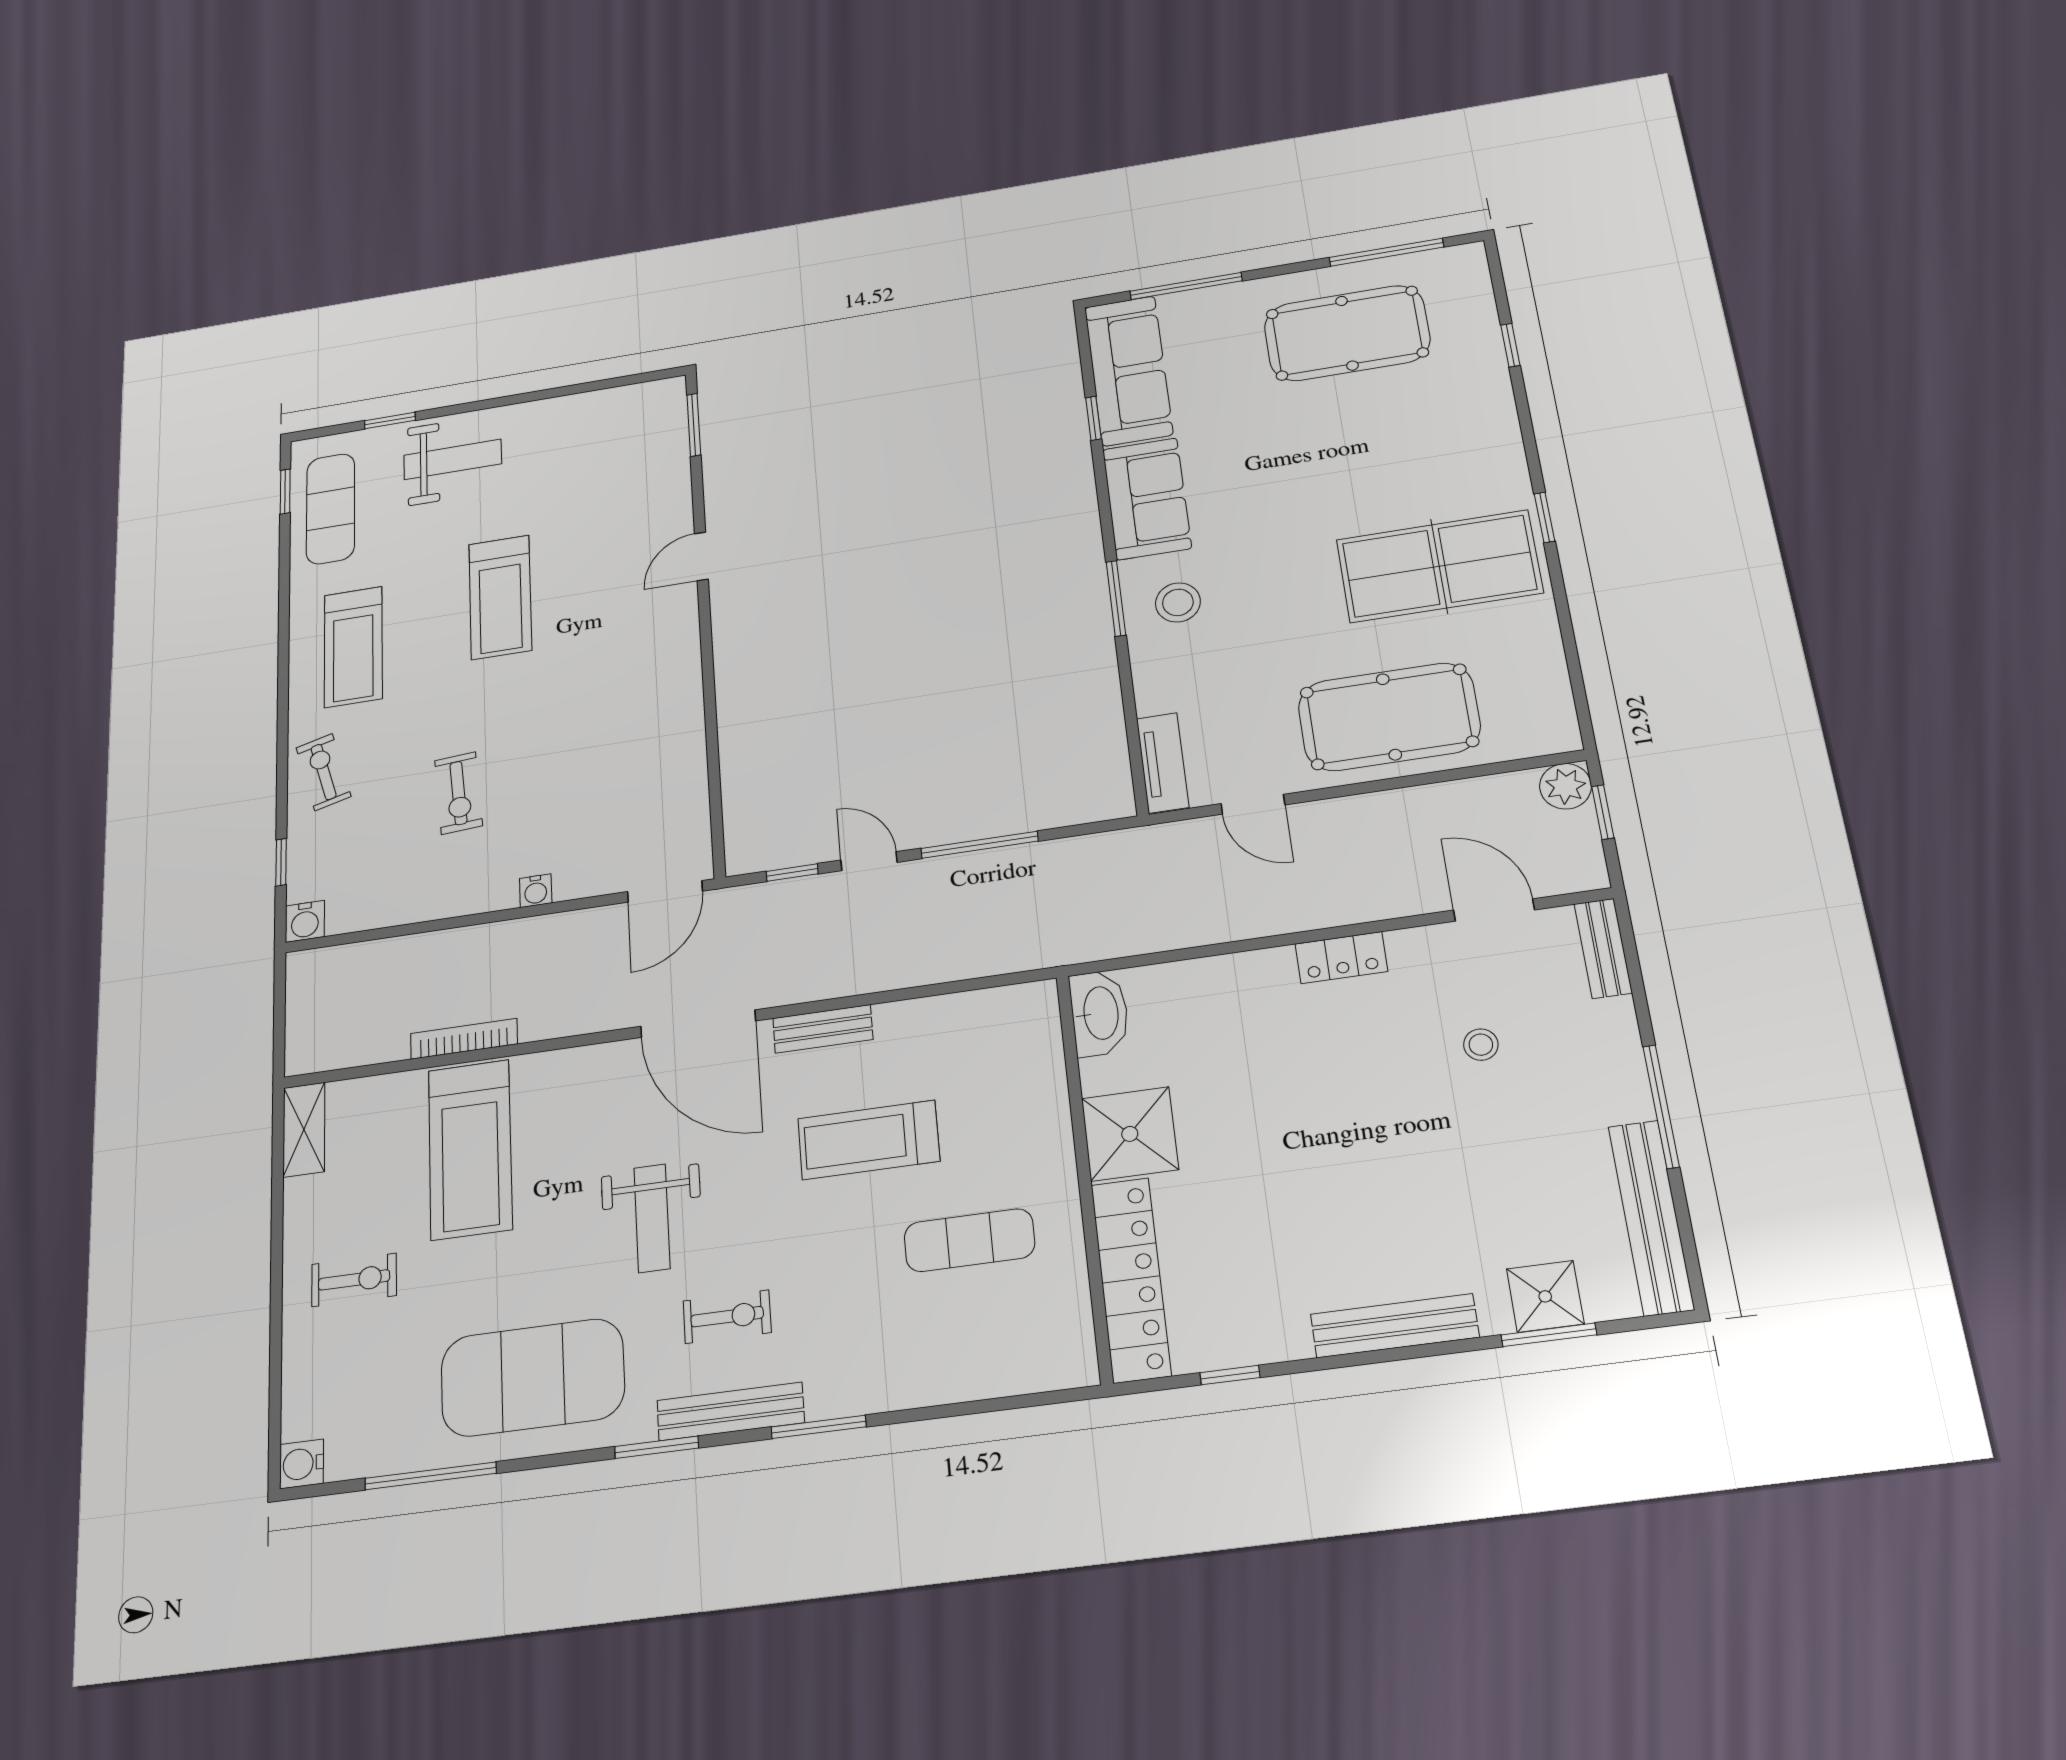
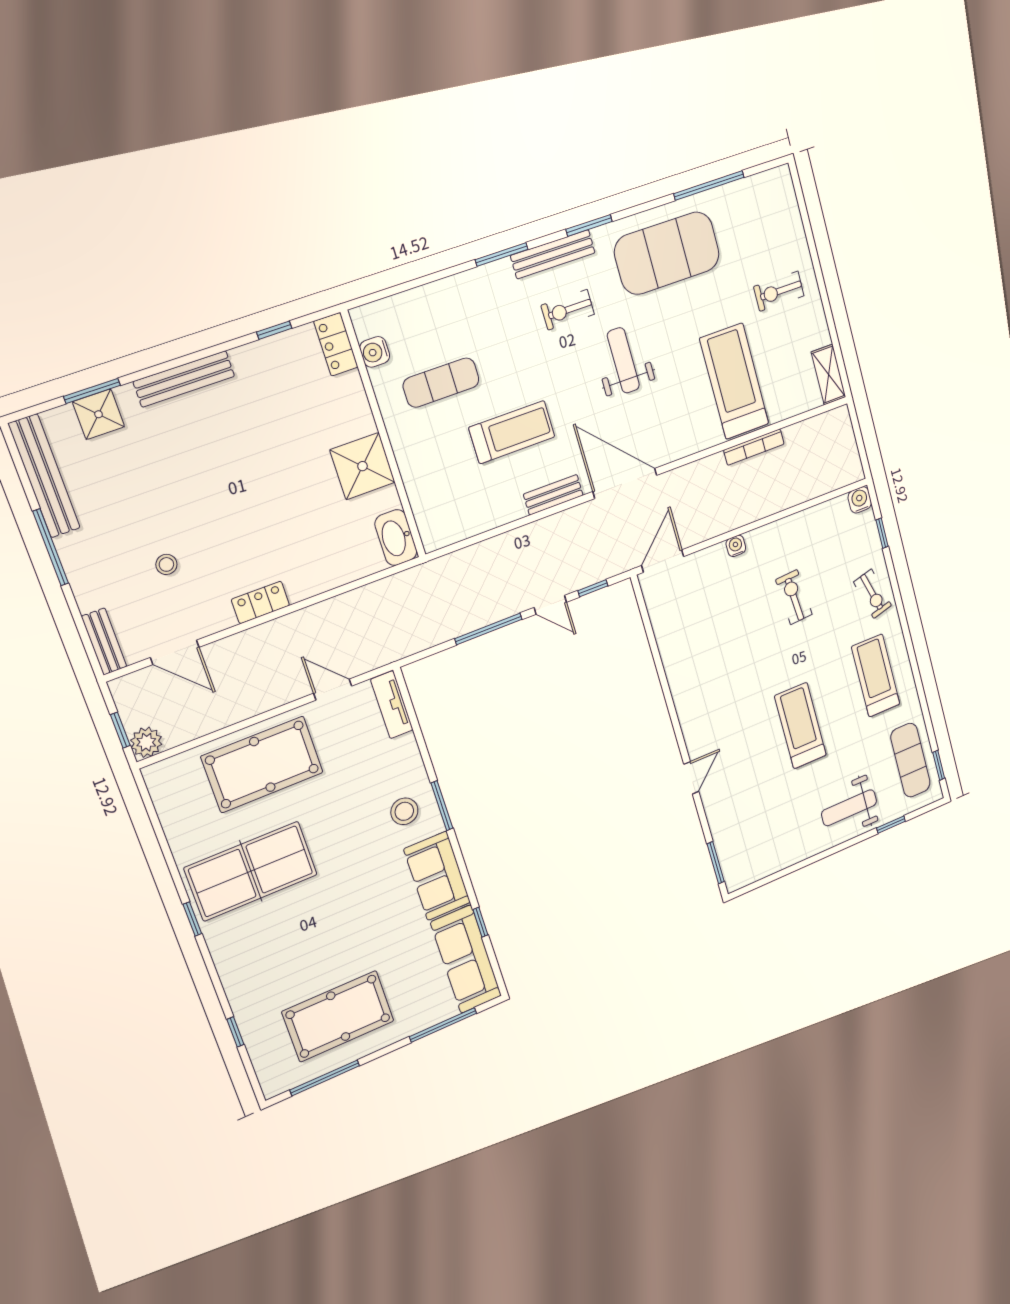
locker: (1131, 1279) -> (336, 344), width x0.46, depth x0.83
water cooler: (302, 1464) -> (375, 352), moved, turned 180

